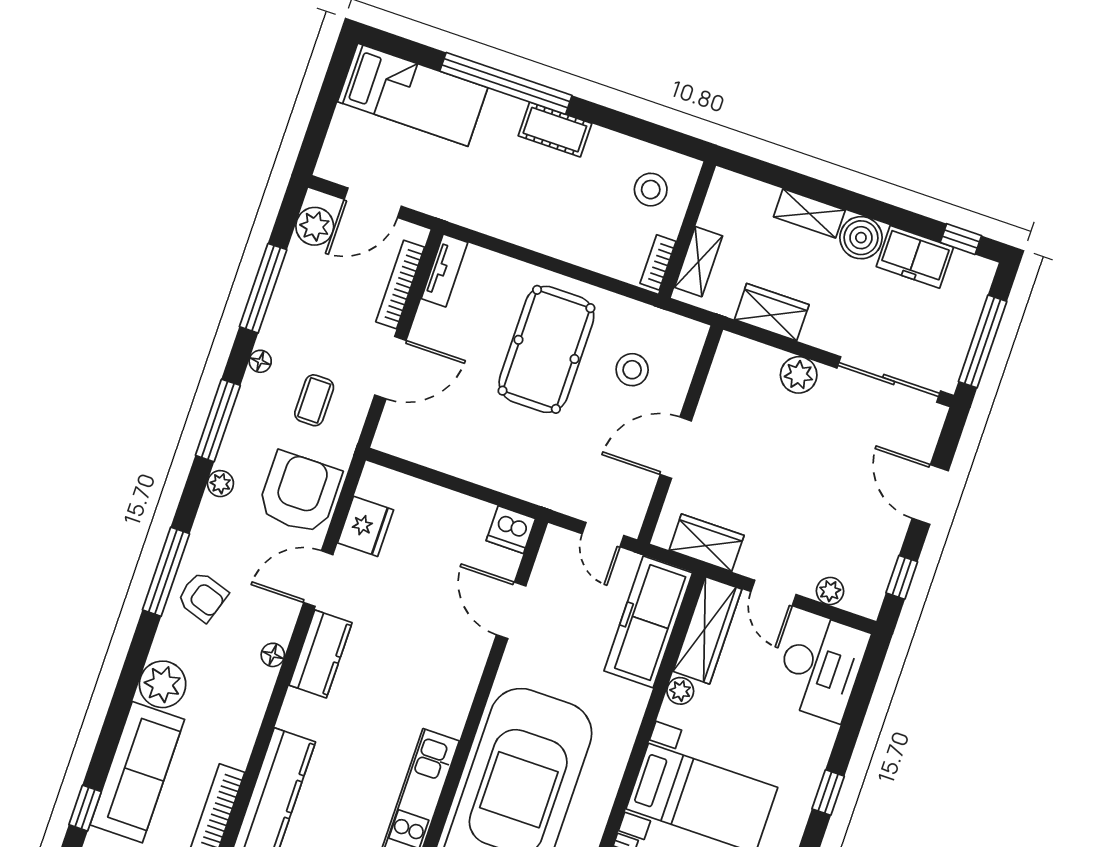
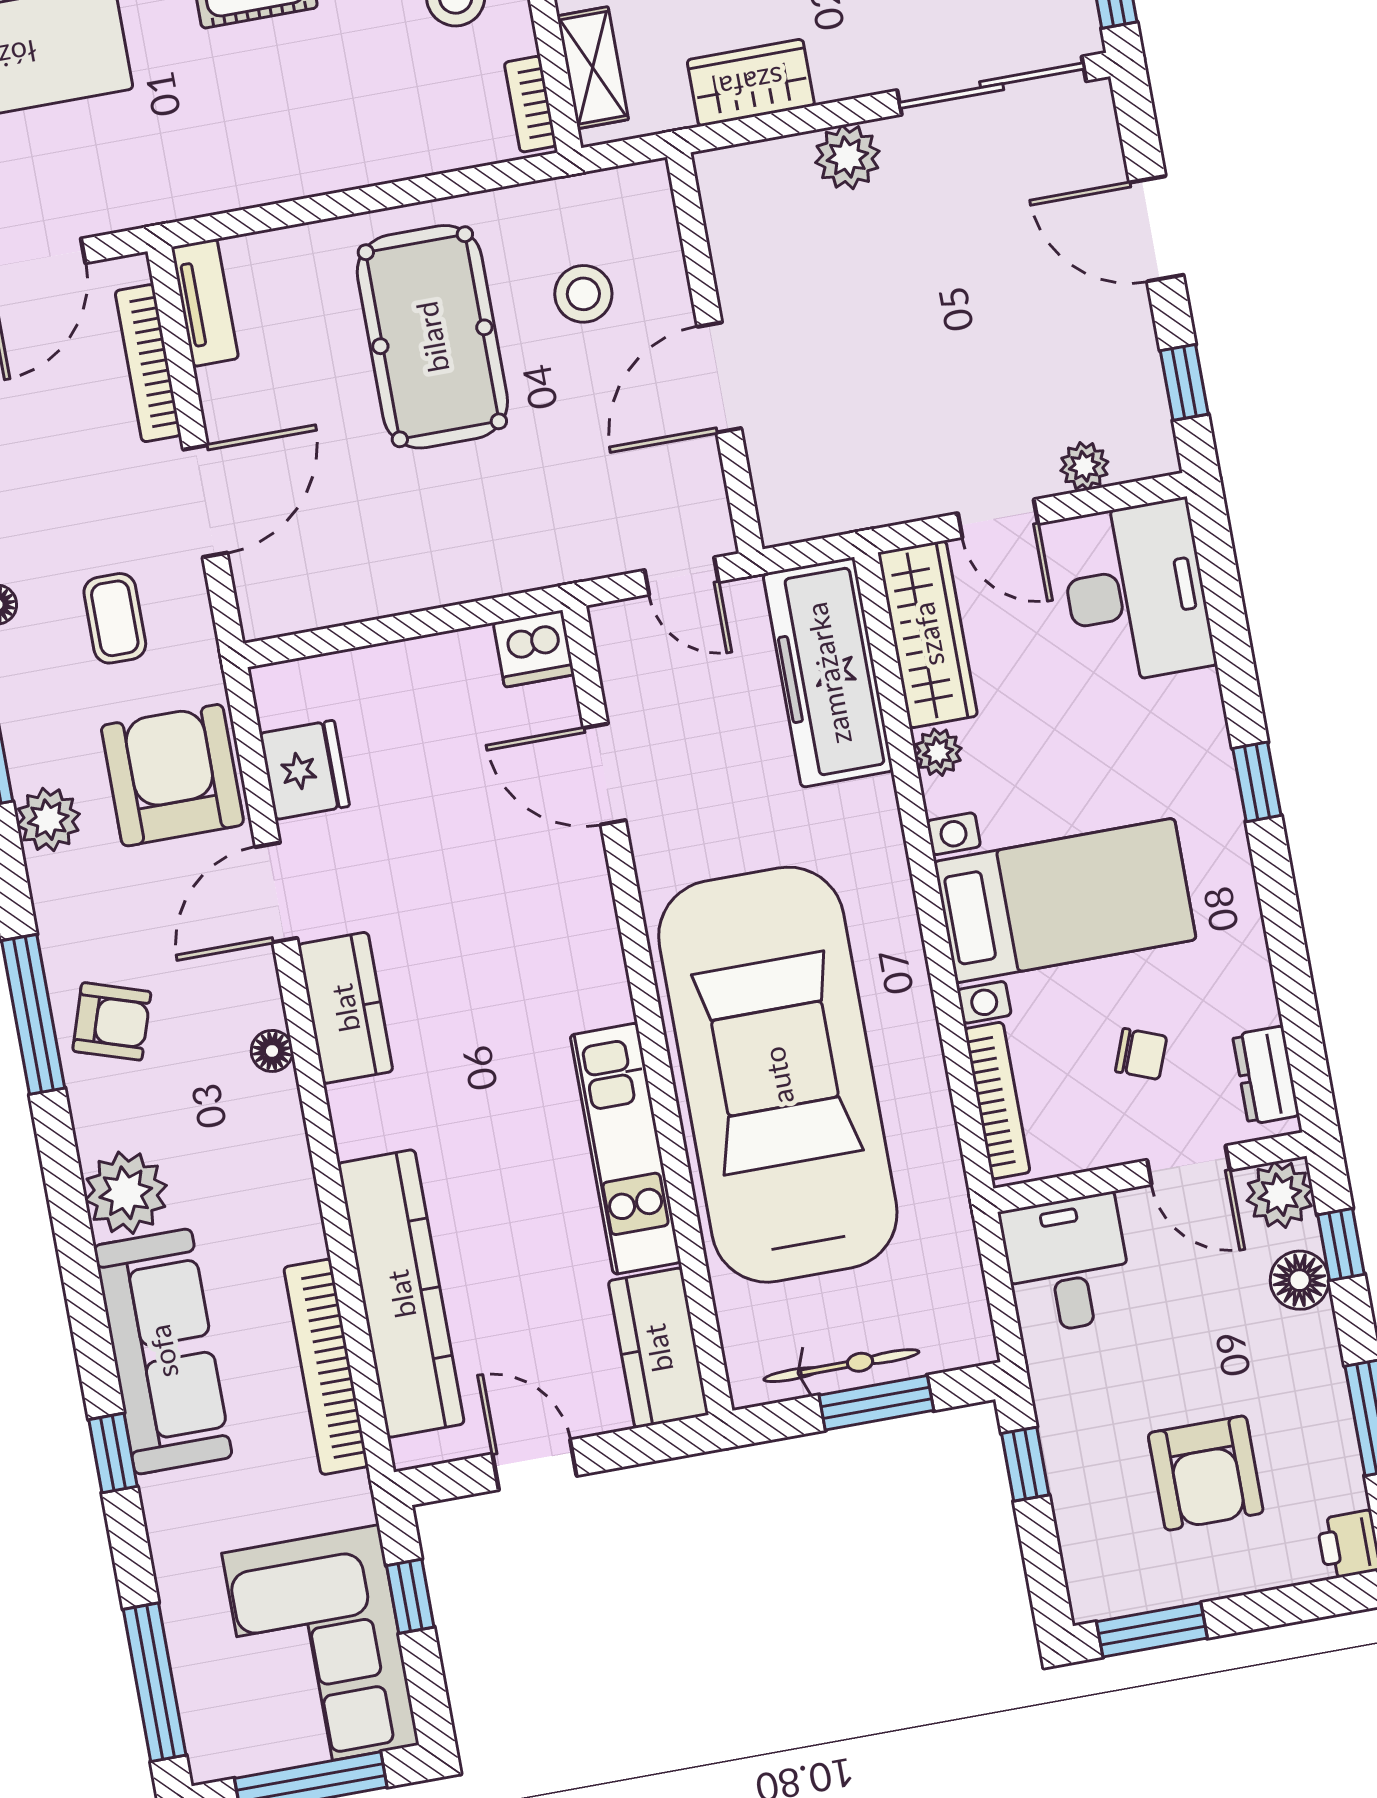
plant: (220, 484) -> (48, 820), width x1.38, depth x1.38
wardrobe: (707, 543) -> (850, 499), removed

